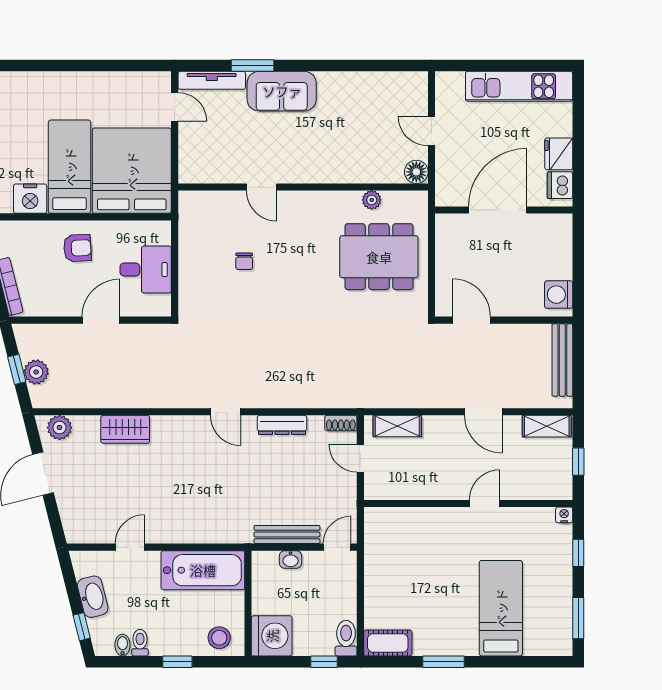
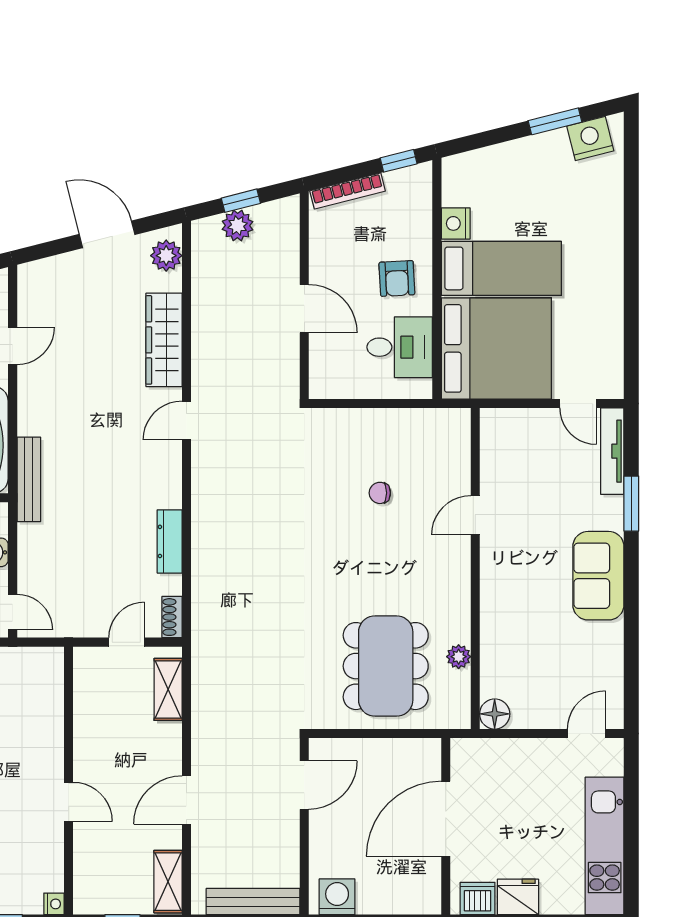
sofa: (282, 91) -> (598, 576), moved
door: (175, 107) -> (578, 403), hinge flipped
door: (431, 131) -> (587, 733), moved
nightstand: (30, 199) -> (456, 223), width x0.74, depth x0.75
door: (498, 210) -> (446, 819), swing flipped
desk: (146, 270) -> (400, 347), moved, turned -90
door: (225, 412) -> (186, 420), moved
wardrobe: (125, 429) -> (164, 340), width x1.50
bench: (287, 534) -> (29, 479), moved
door: (130, 547) -> (13, 346), hinge flipped

